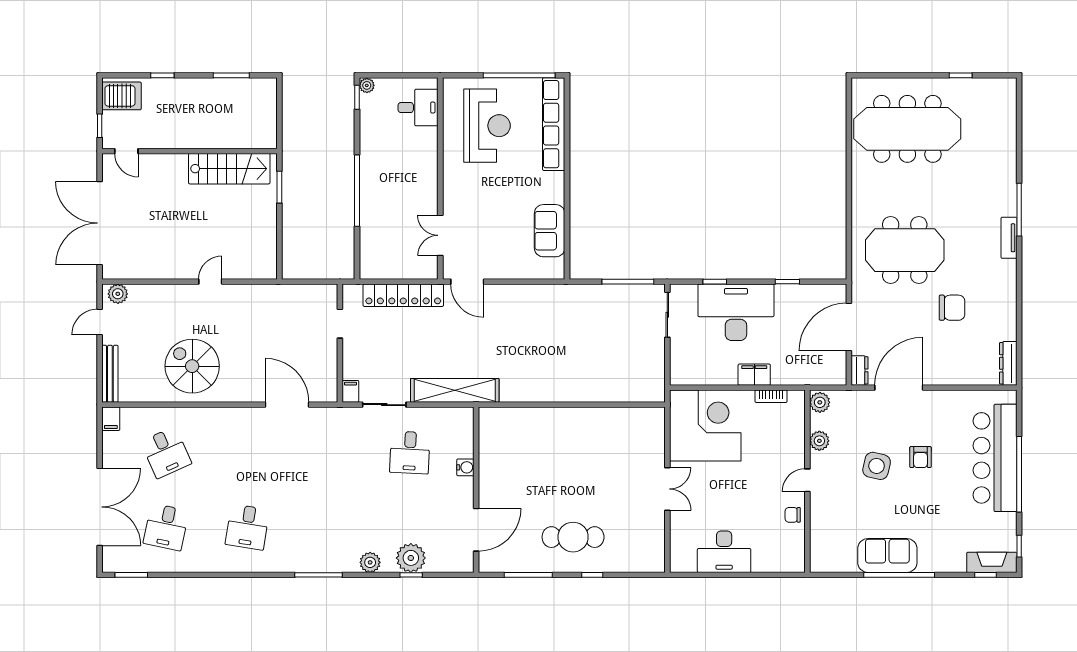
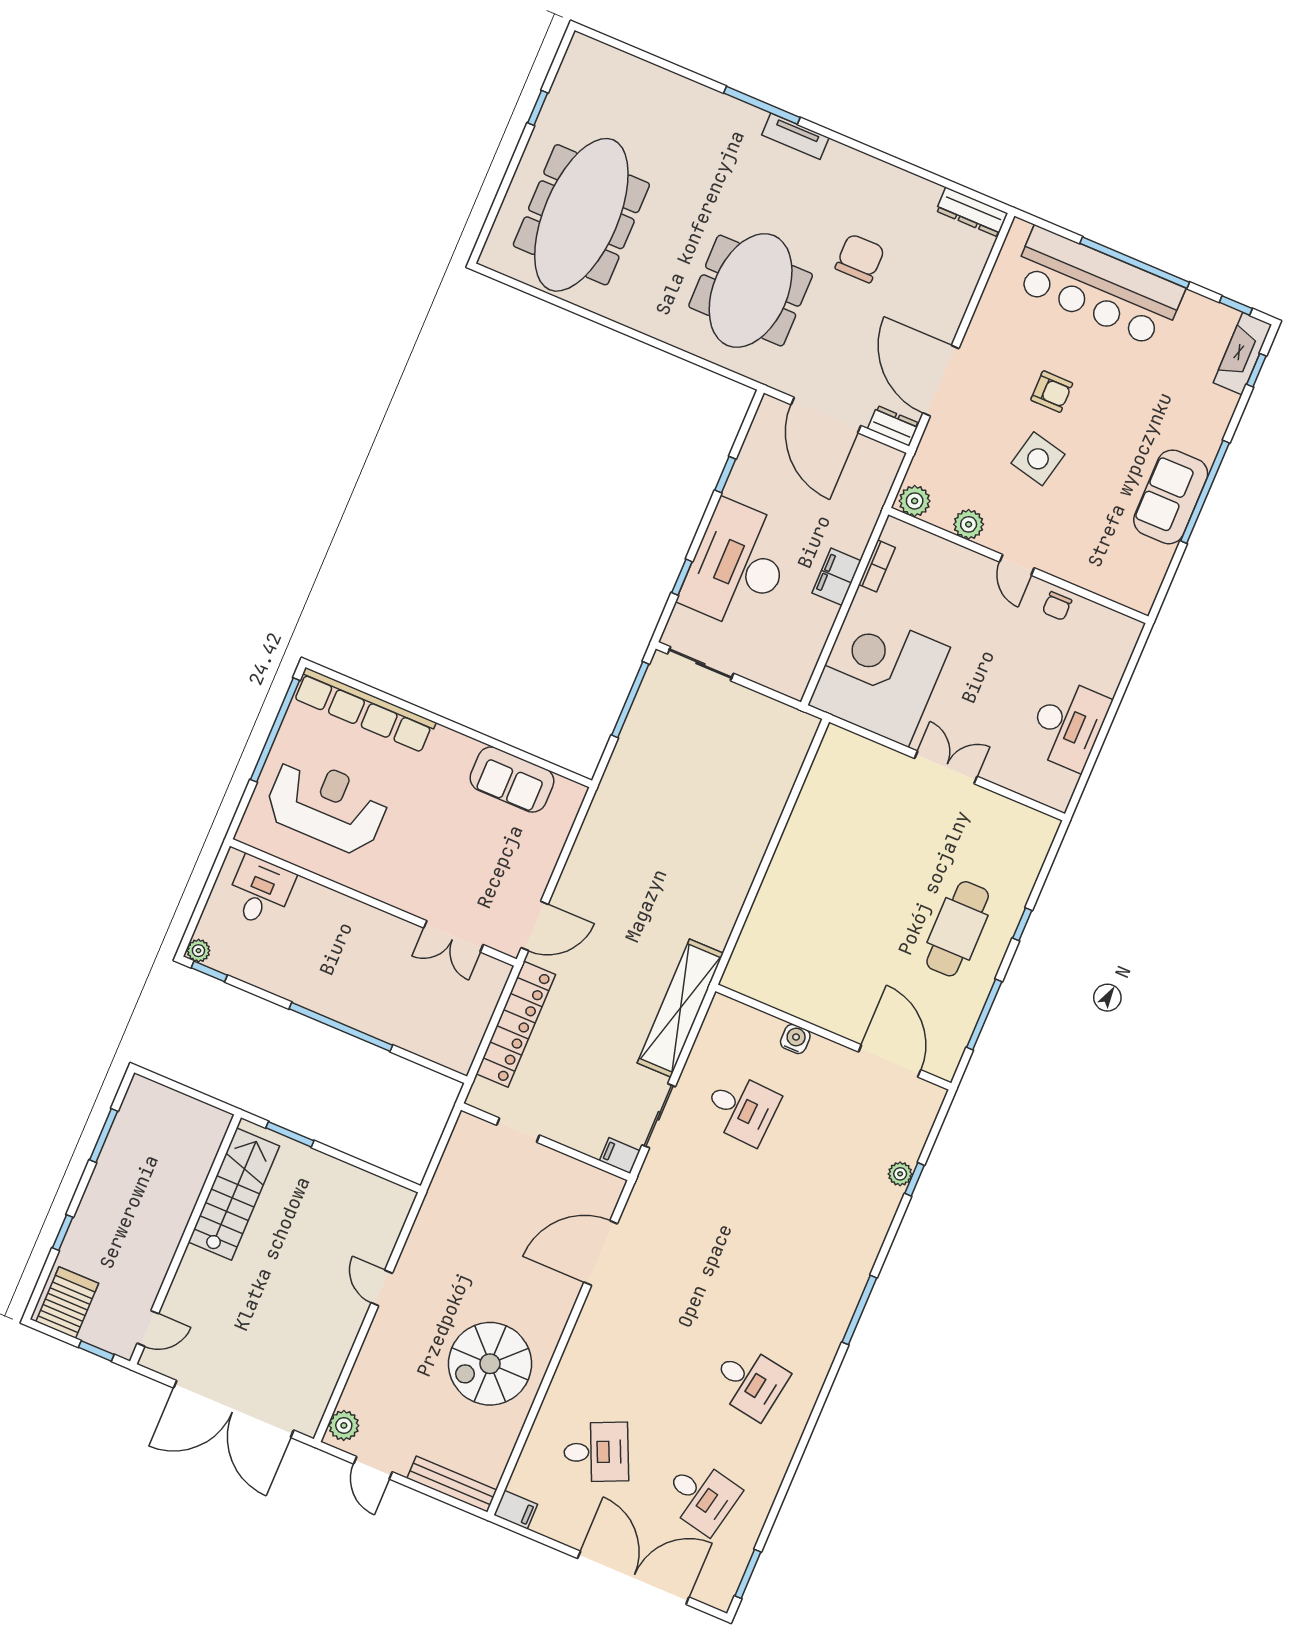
plant: (411, 558) -> (900, 1174), width x0.53, depth x0.53
plant: (370, 562) -> (872, 1230), removed

